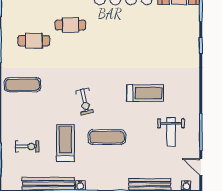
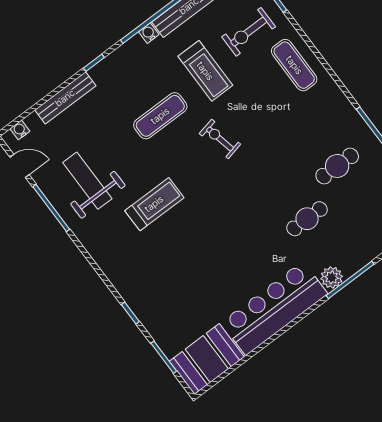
exercise mat: (22, 85) -> (294, 65), moved, turned 90
treadmill: (145, 93) -> (154, 204), turned 180
weight bench: (171, 132) -> (87, 181), width x1.36, depth x1.33
exercise bike: (27, 146) -> (249, 32), width x1.38, depth x1.39

